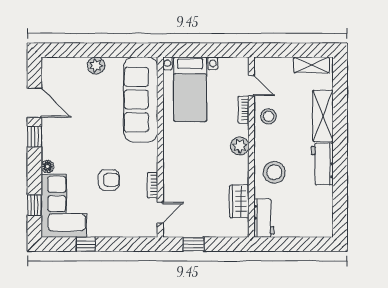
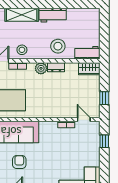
dresser: (242, 169) -> (56, 67), added
armchair: (109, 180) -> (19, 162), moved
wardrobe: (239, 201) -> (89, 69), moved
window: (86, 244) -> (104, 141), moved

